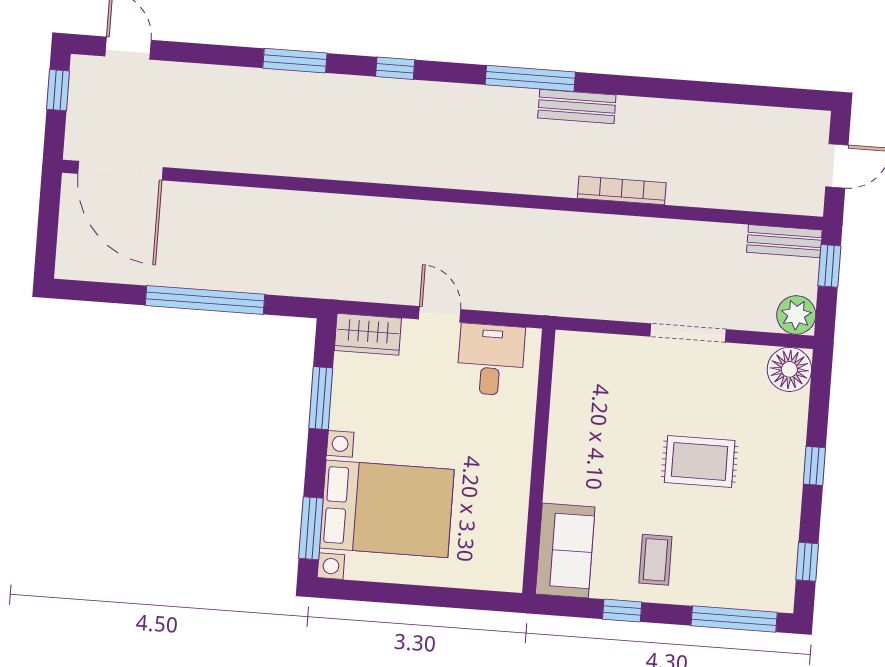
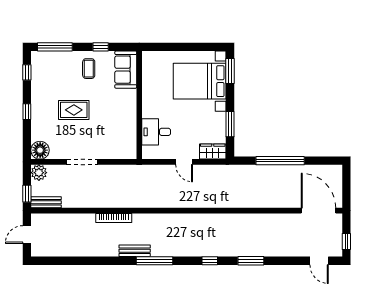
desk: (491, 360) -> (156, 132), moved, turned 90

